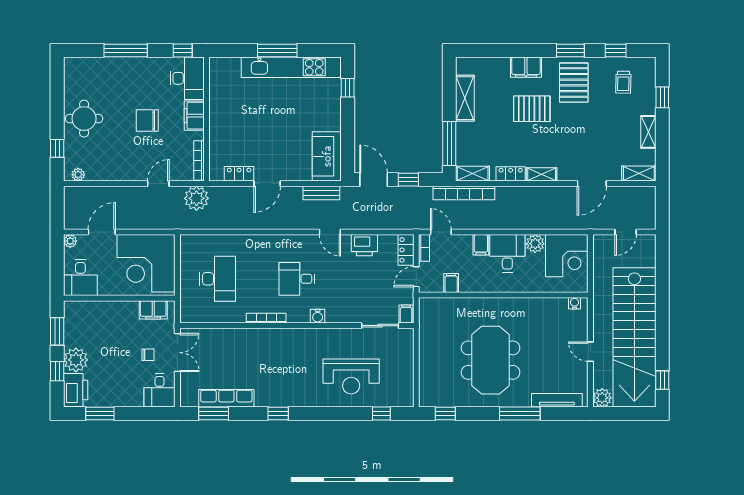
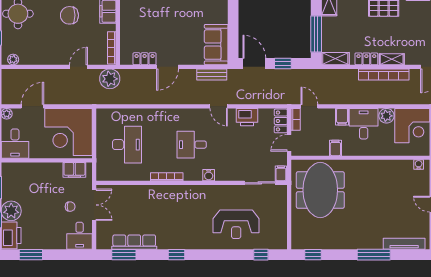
bookcase: (464, 193) -> (384, 74), moved
filing cabinet: (451, 283) -> (335, 148), moved
meeting table: (491, 360) -> (320, 190), moved

